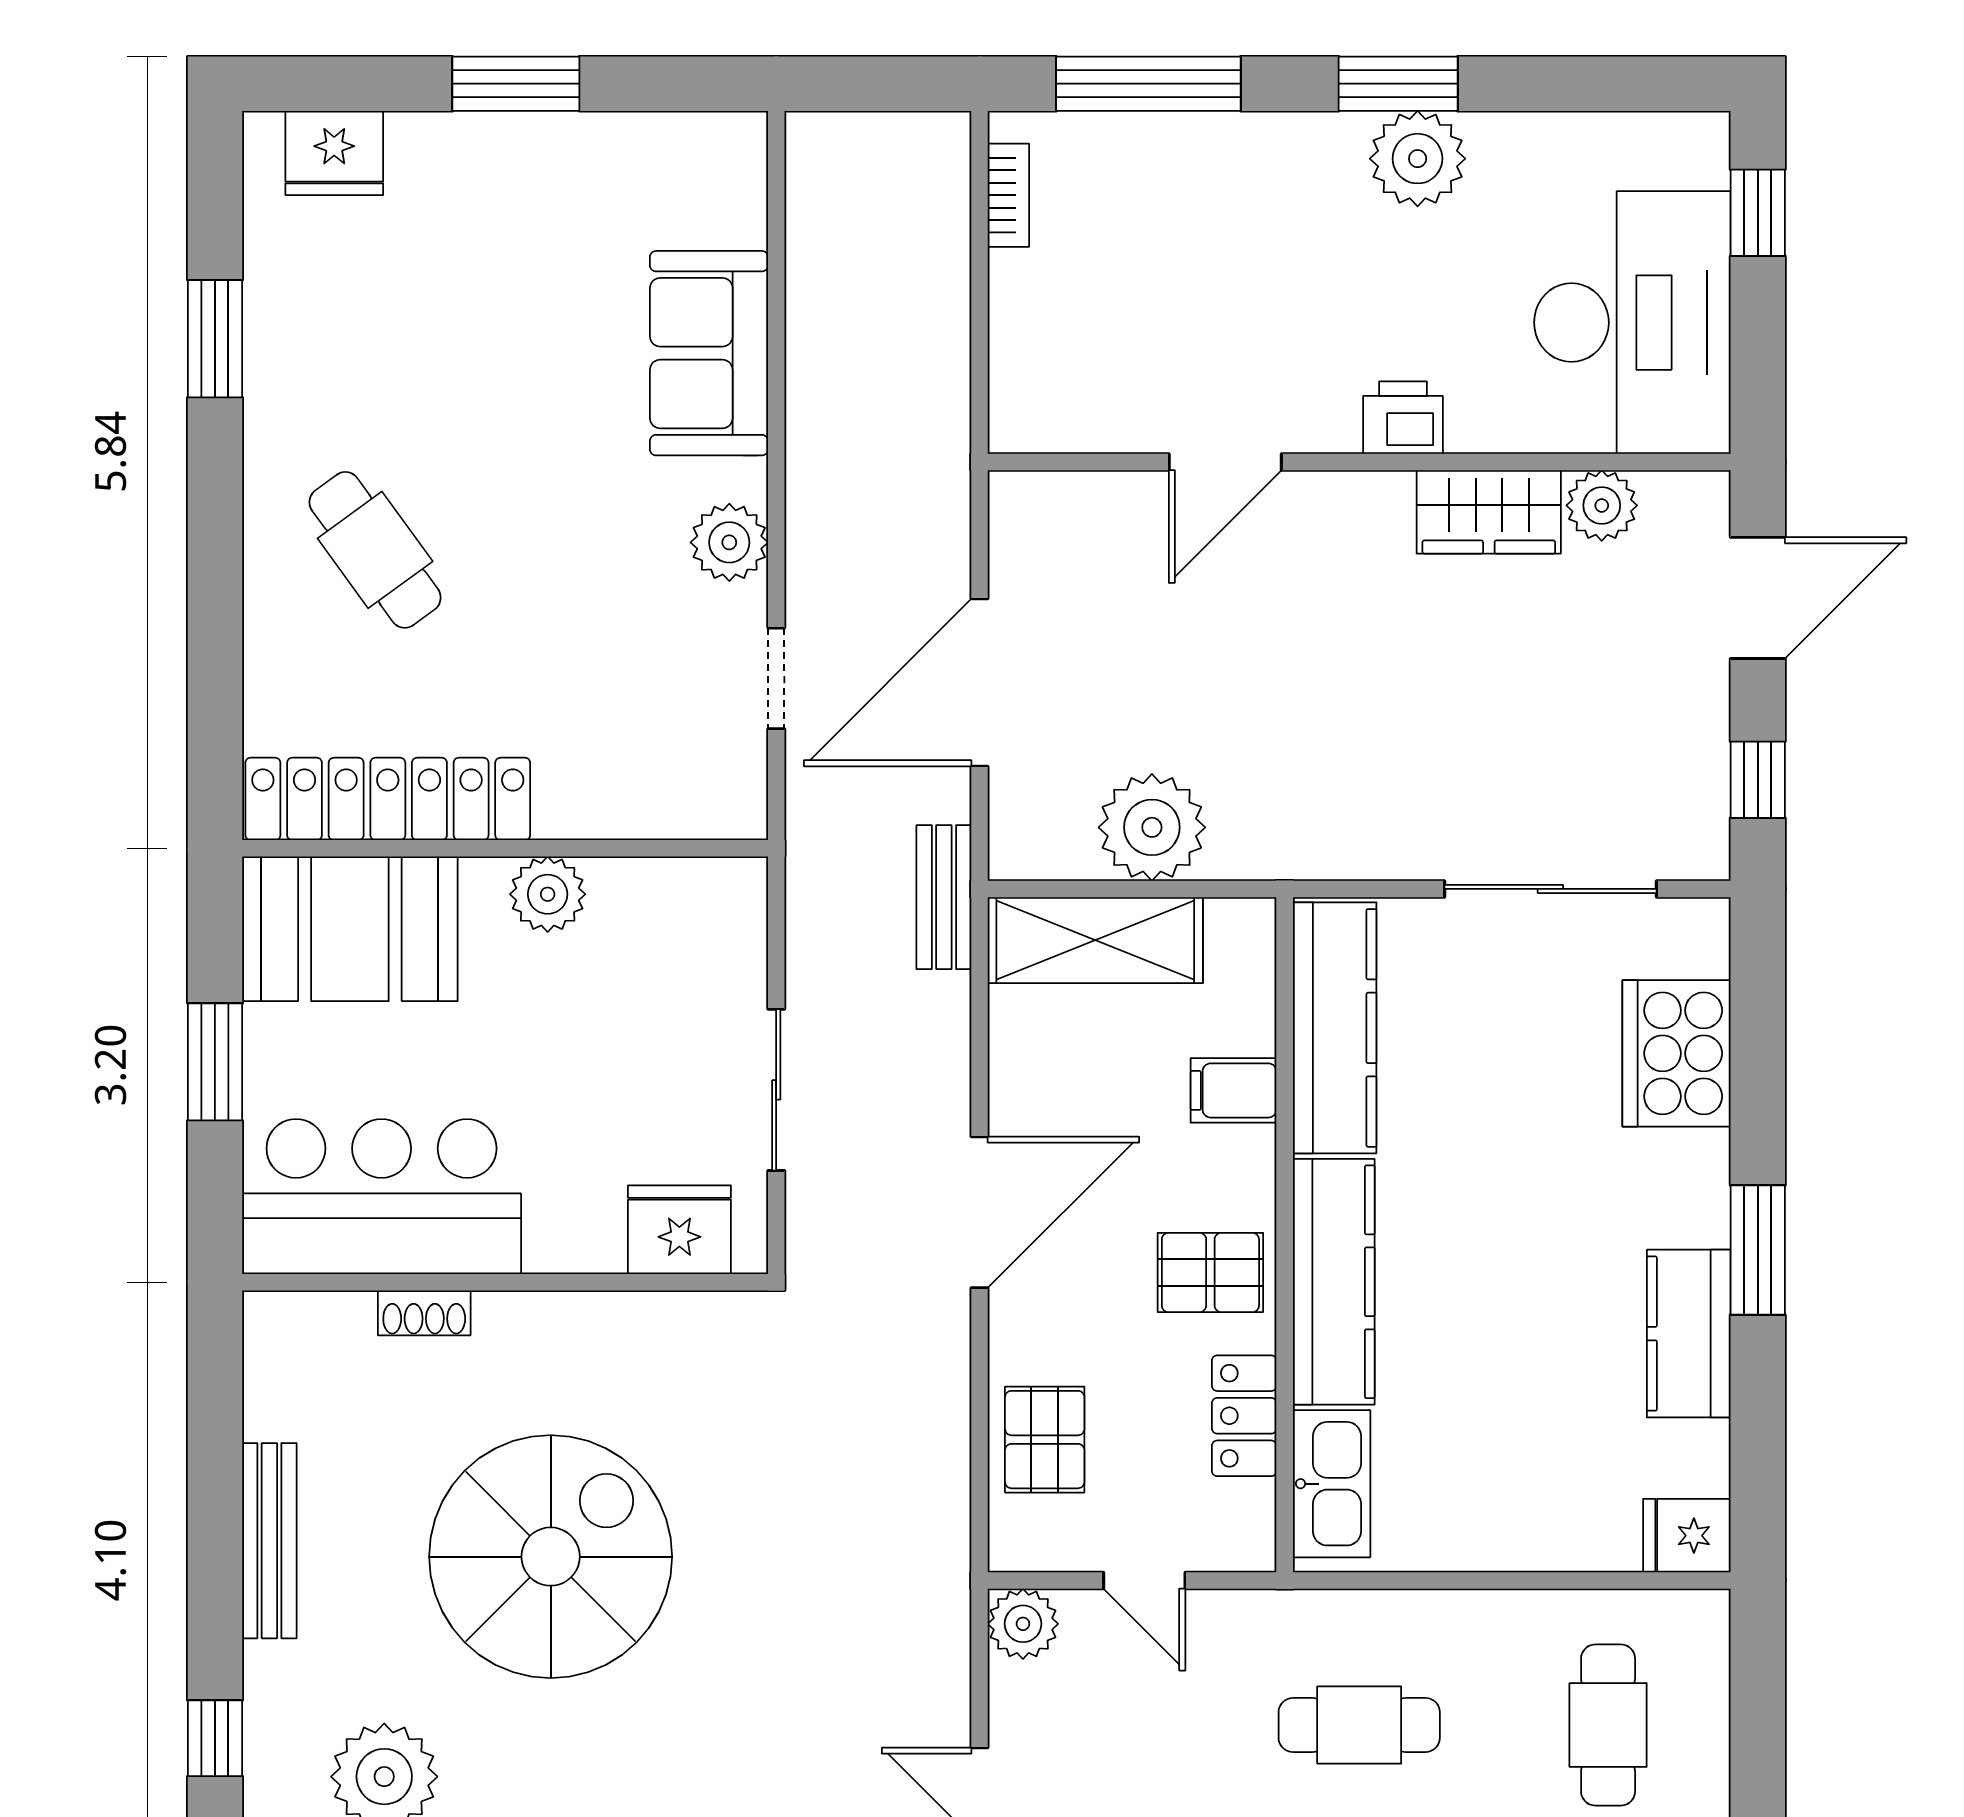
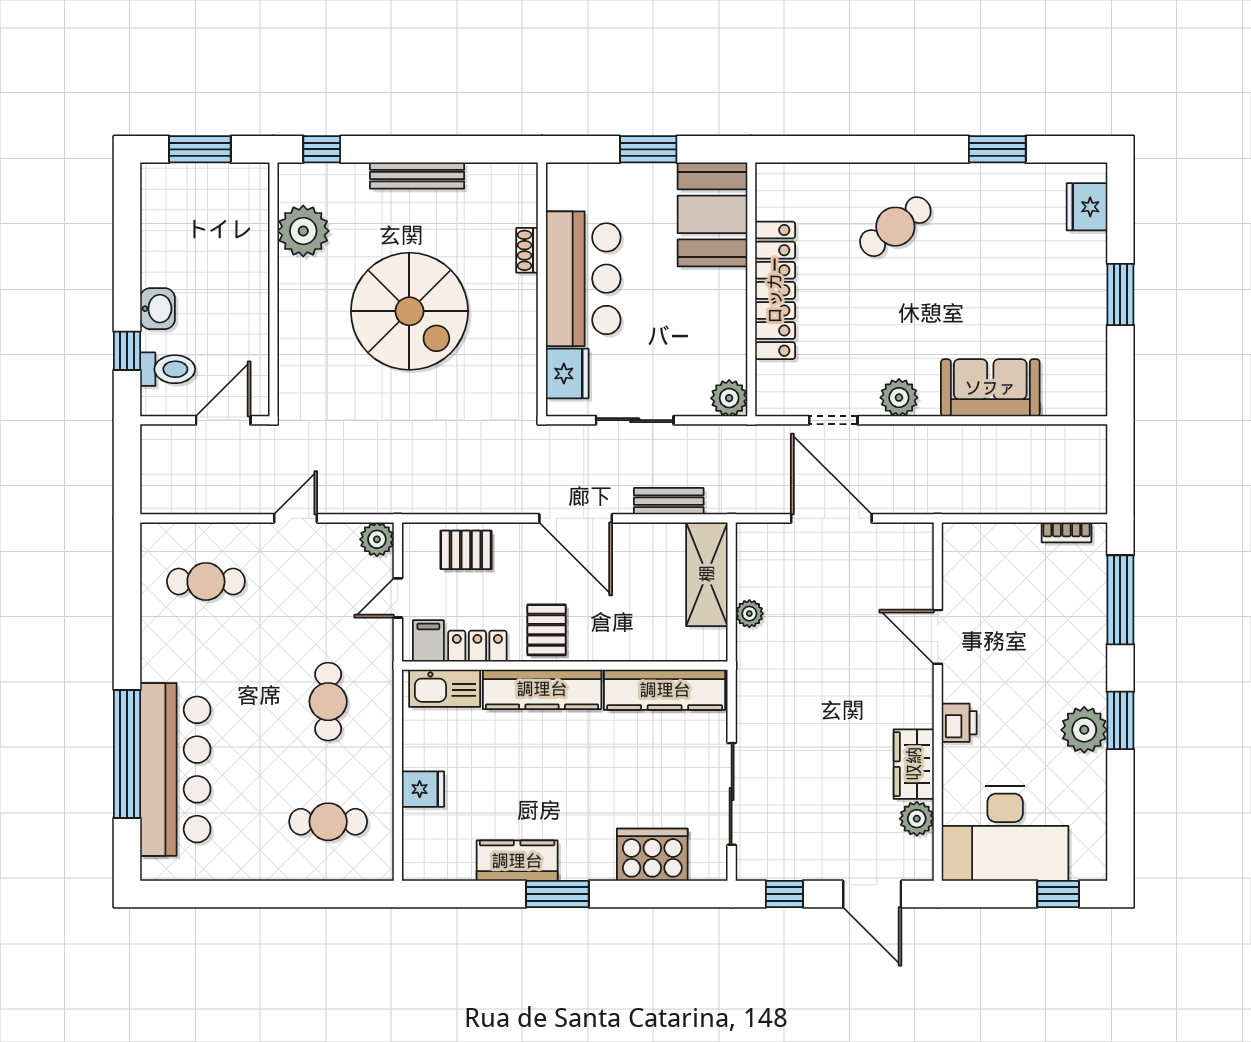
locker: (388, 799) -> (775, 290), moved
plant: (1152, 827) -> (749, 614), width x0.53, depth x0.53
plant: (548, 894) -> (729, 398), moved
bench: (944, 897) -> (669, 501), moved
filing cabinet: (1234, 1090) -> (428, 641), moved
bar counter: (382, 1197) -> (583, 279), moved
fridge: (1687, 1536) -> (423, 789), moved, turned 90

